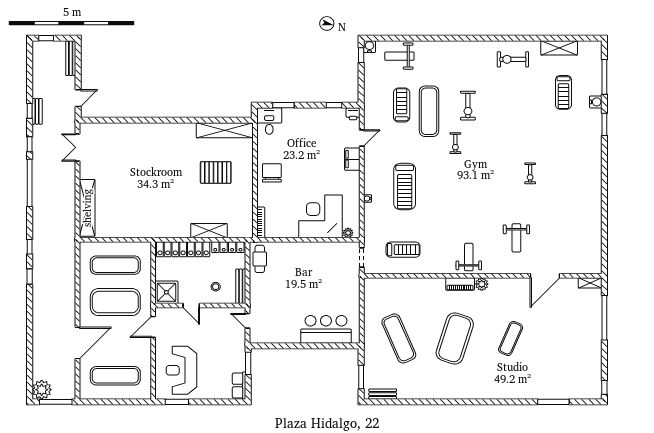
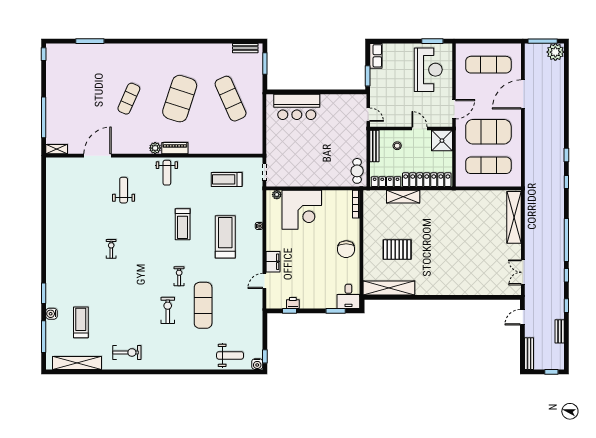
shelving: (559, 48) -> (77, 363), width x1.47
treadmill: (402, 105) -> (183, 224), moved
bench: (37, 111) -> (560, 331), moved
printer: (353, 114) -> (293, 303), moved
double door: (77, 147) -> (523, 272), swing flipped

